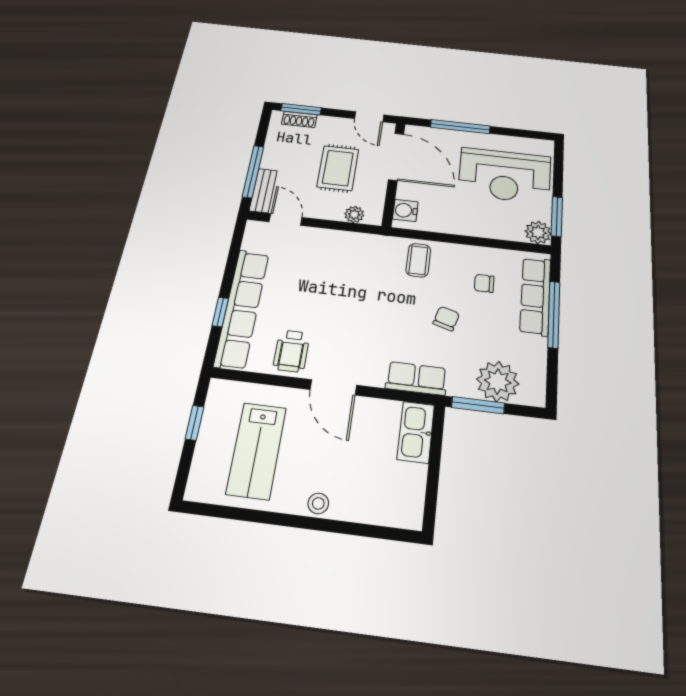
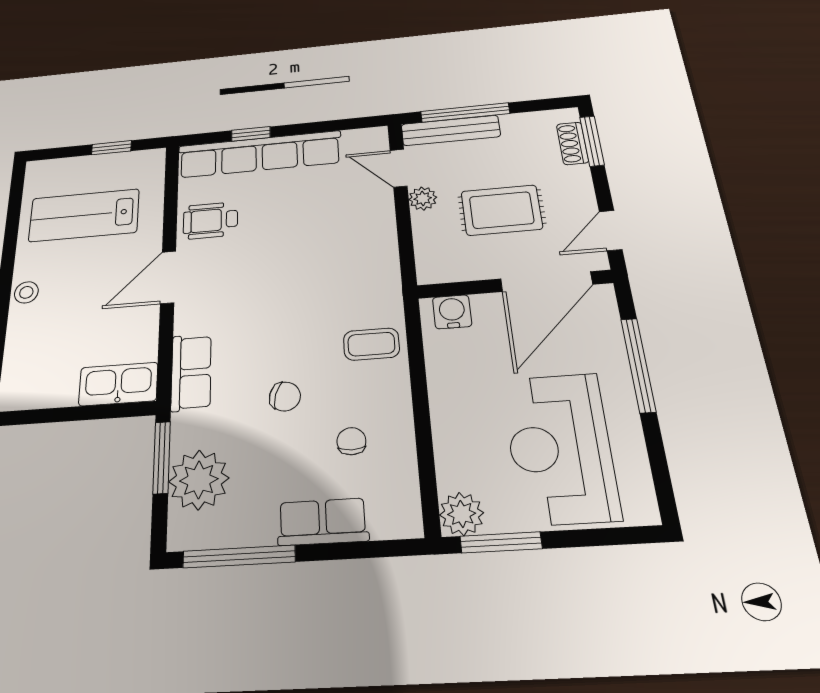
bench: (263, 191) -> (451, 130), width x1.36
plant: (354, 214) -> (423, 198), moved
door: (286, 220) -> (399, 168), swing flipped
row of seats: (535, 296) -> (323, 522), width x0.68
window: (554, 314) -> (239, 557), moved

